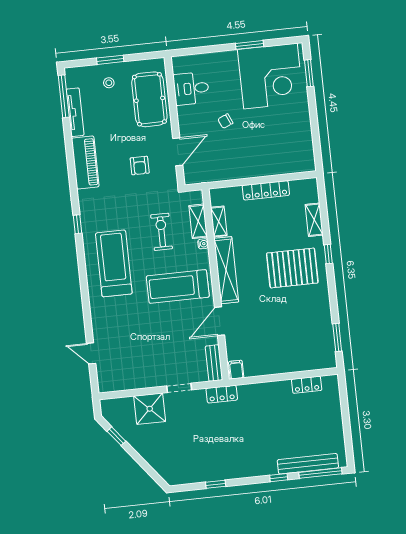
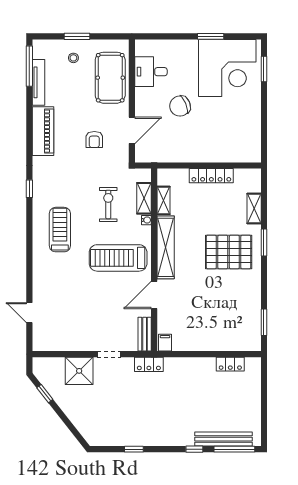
chair: (225, 121) -> (180, 106), width x1.87, depth x1.87
window: (328, 254) -> (264, 242), width x1.50
treadmill: (114, 263) -> (60, 230), width x0.73, depth x0.73

